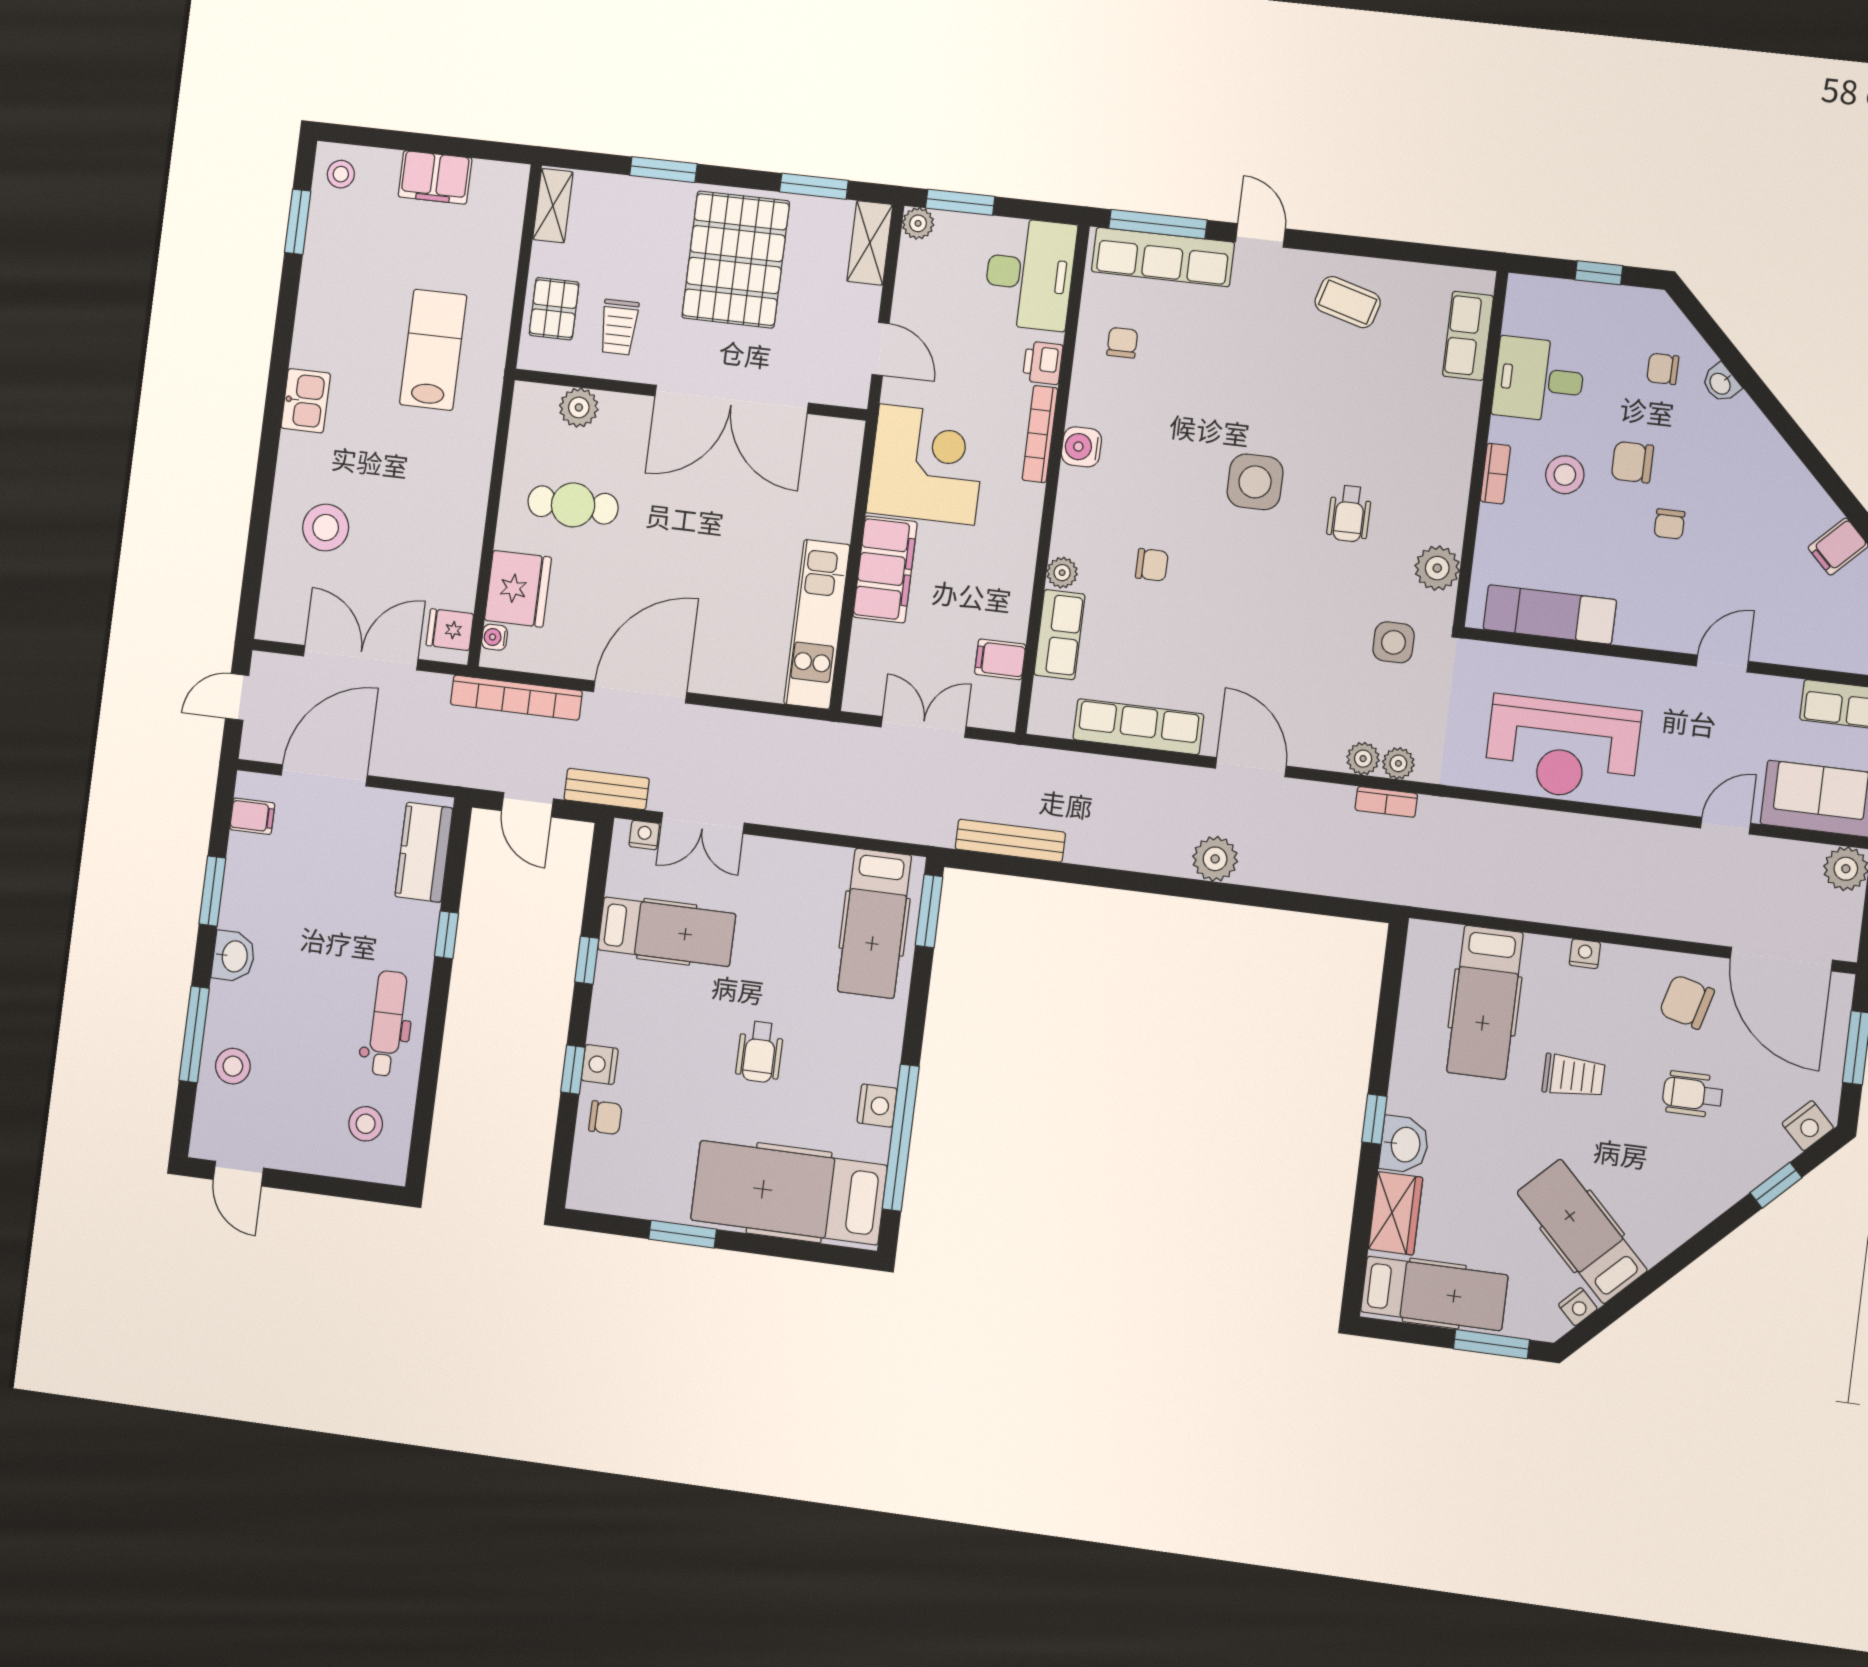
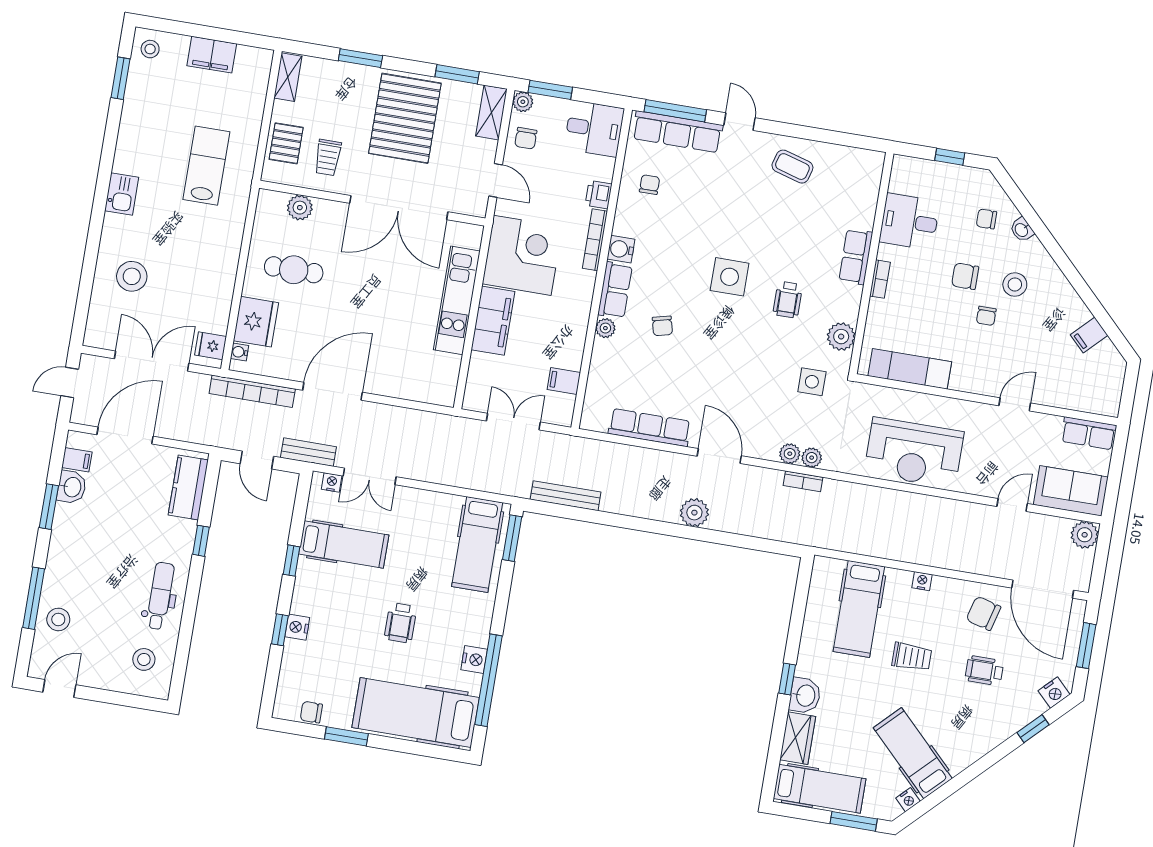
desk: (1030, 274) -> (594, 129), width x0.73
chair: (925, 280) -> (526, 138), added
row of seats: (1468, 336) -> (856, 257), moved
stool: (1565, 475) -> (1015, 285), moved
chair: (1152, 565) -> (662, 326), turned 76
kitchen unit: (817, 624) -> (457, 300), moved
row of seats: (1059, 635) -> (615, 290), moved
washbasin: (234, 956) -> (72, 487), moved
chair: (605, 1118) -> (311, 712), moved, turned 180
door: (238, 1174) -> (59, 688), swing flipped

